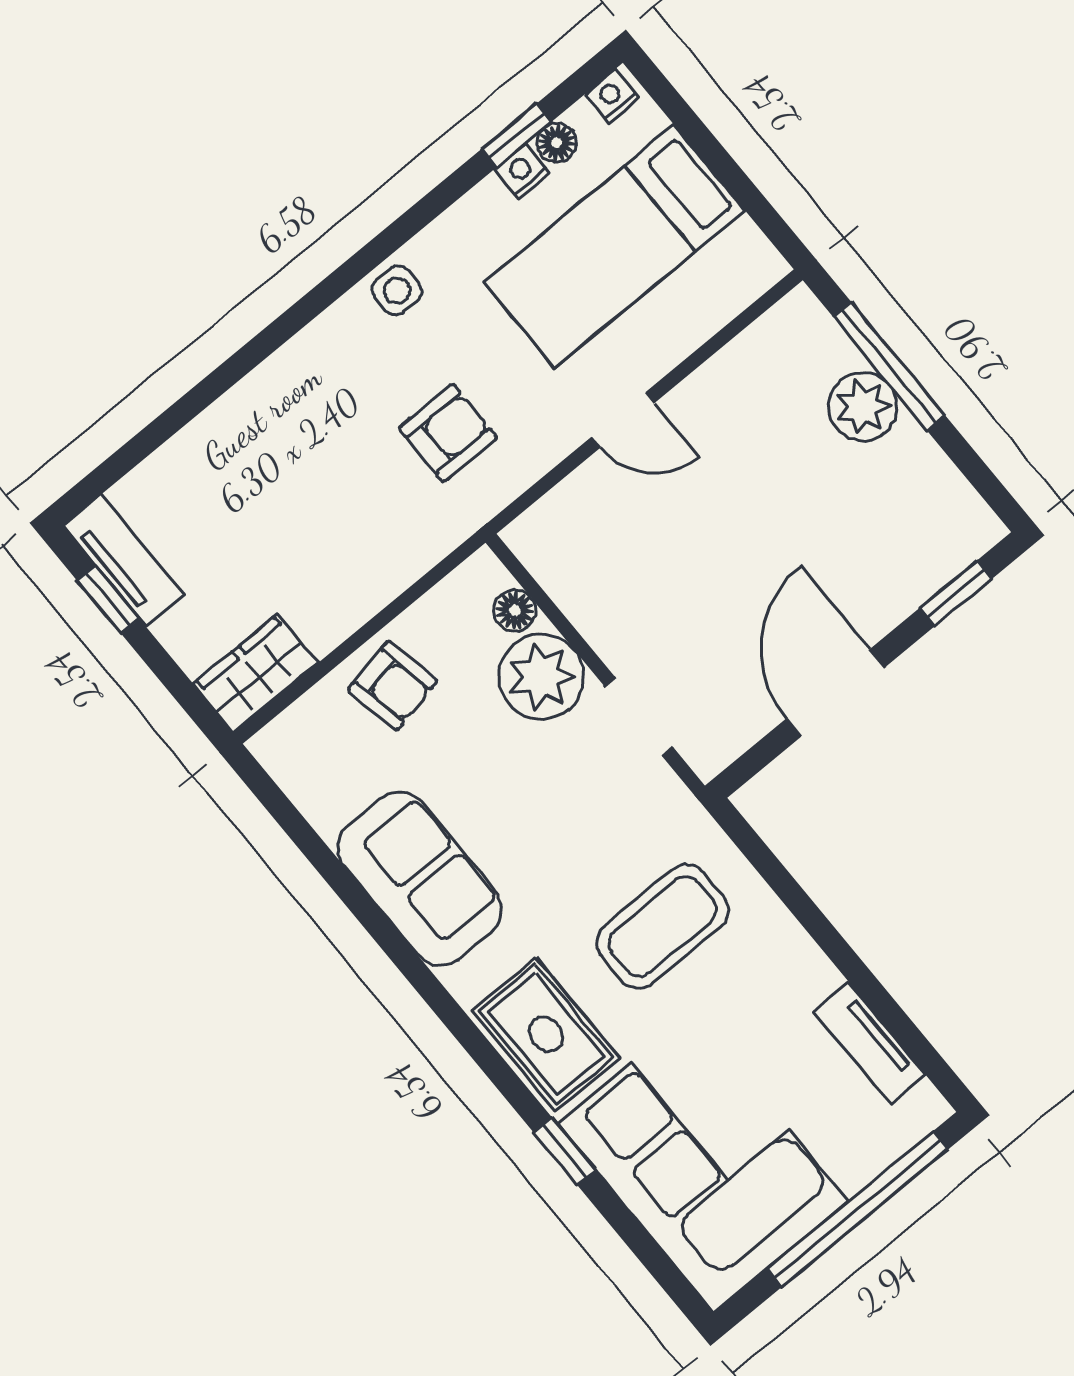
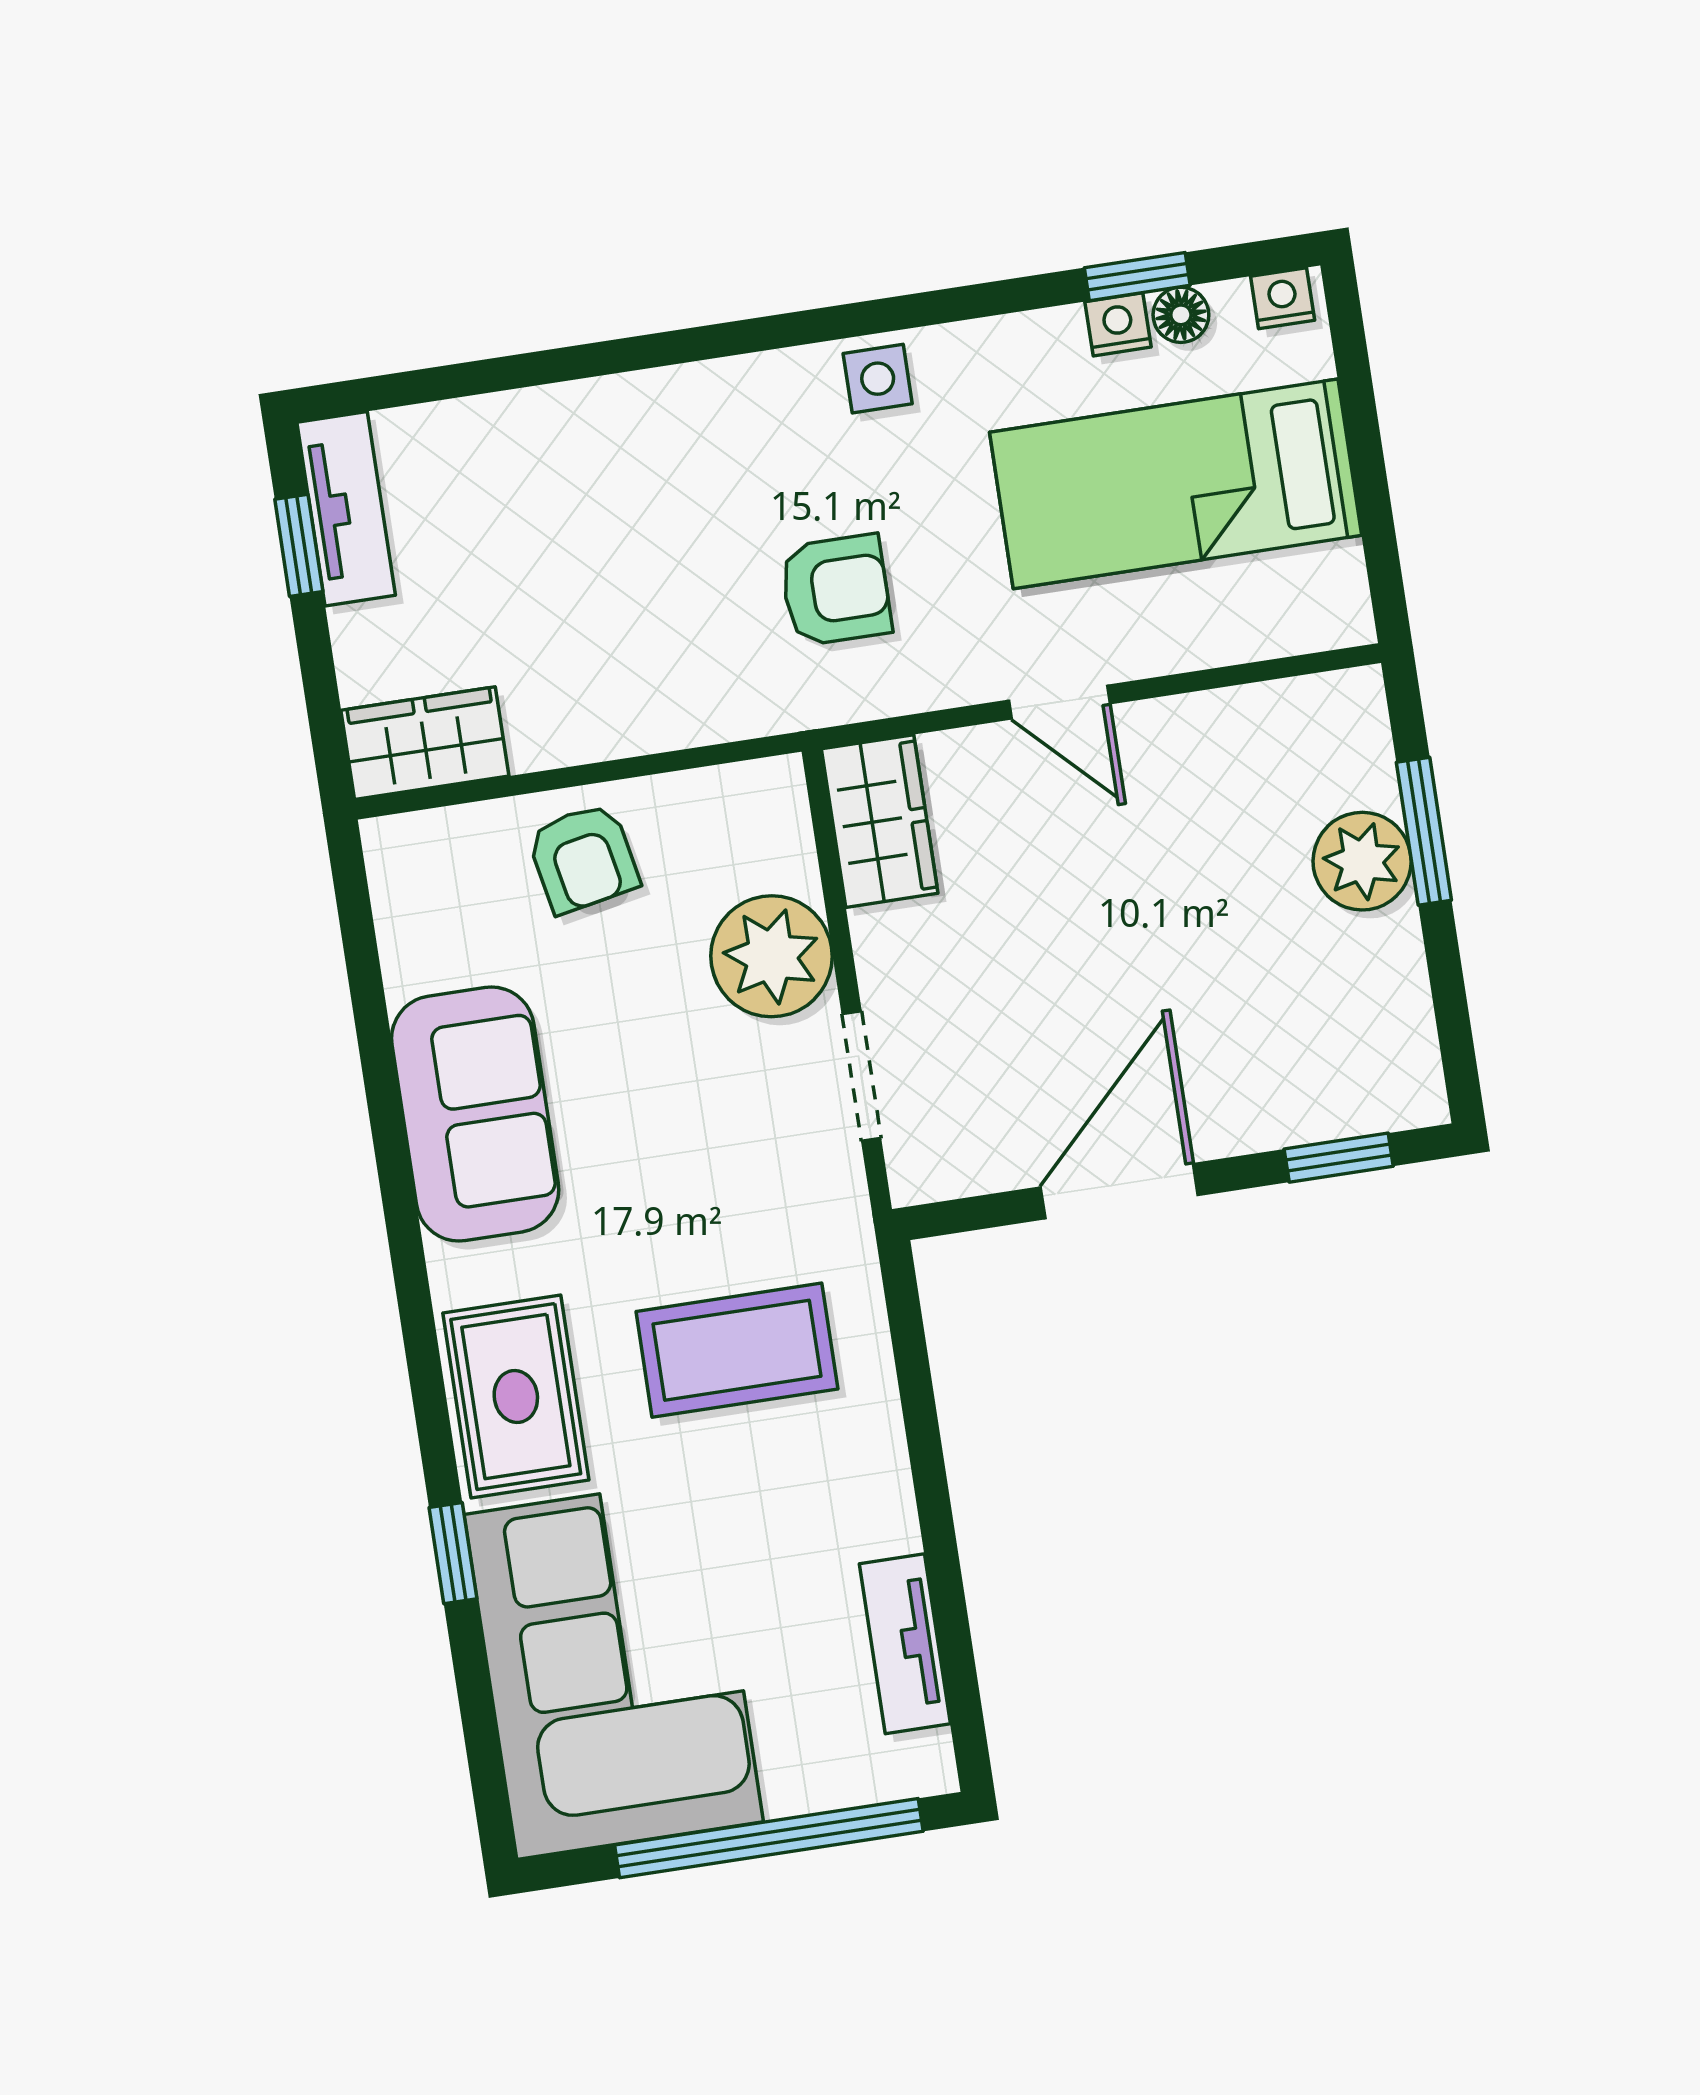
window: (889, 366) -> (1424, 831), width x0.69
wardrobe: (558, 556) -> (880, 821), added
floor lamp: (515, 610) -> (788, 856), removed

